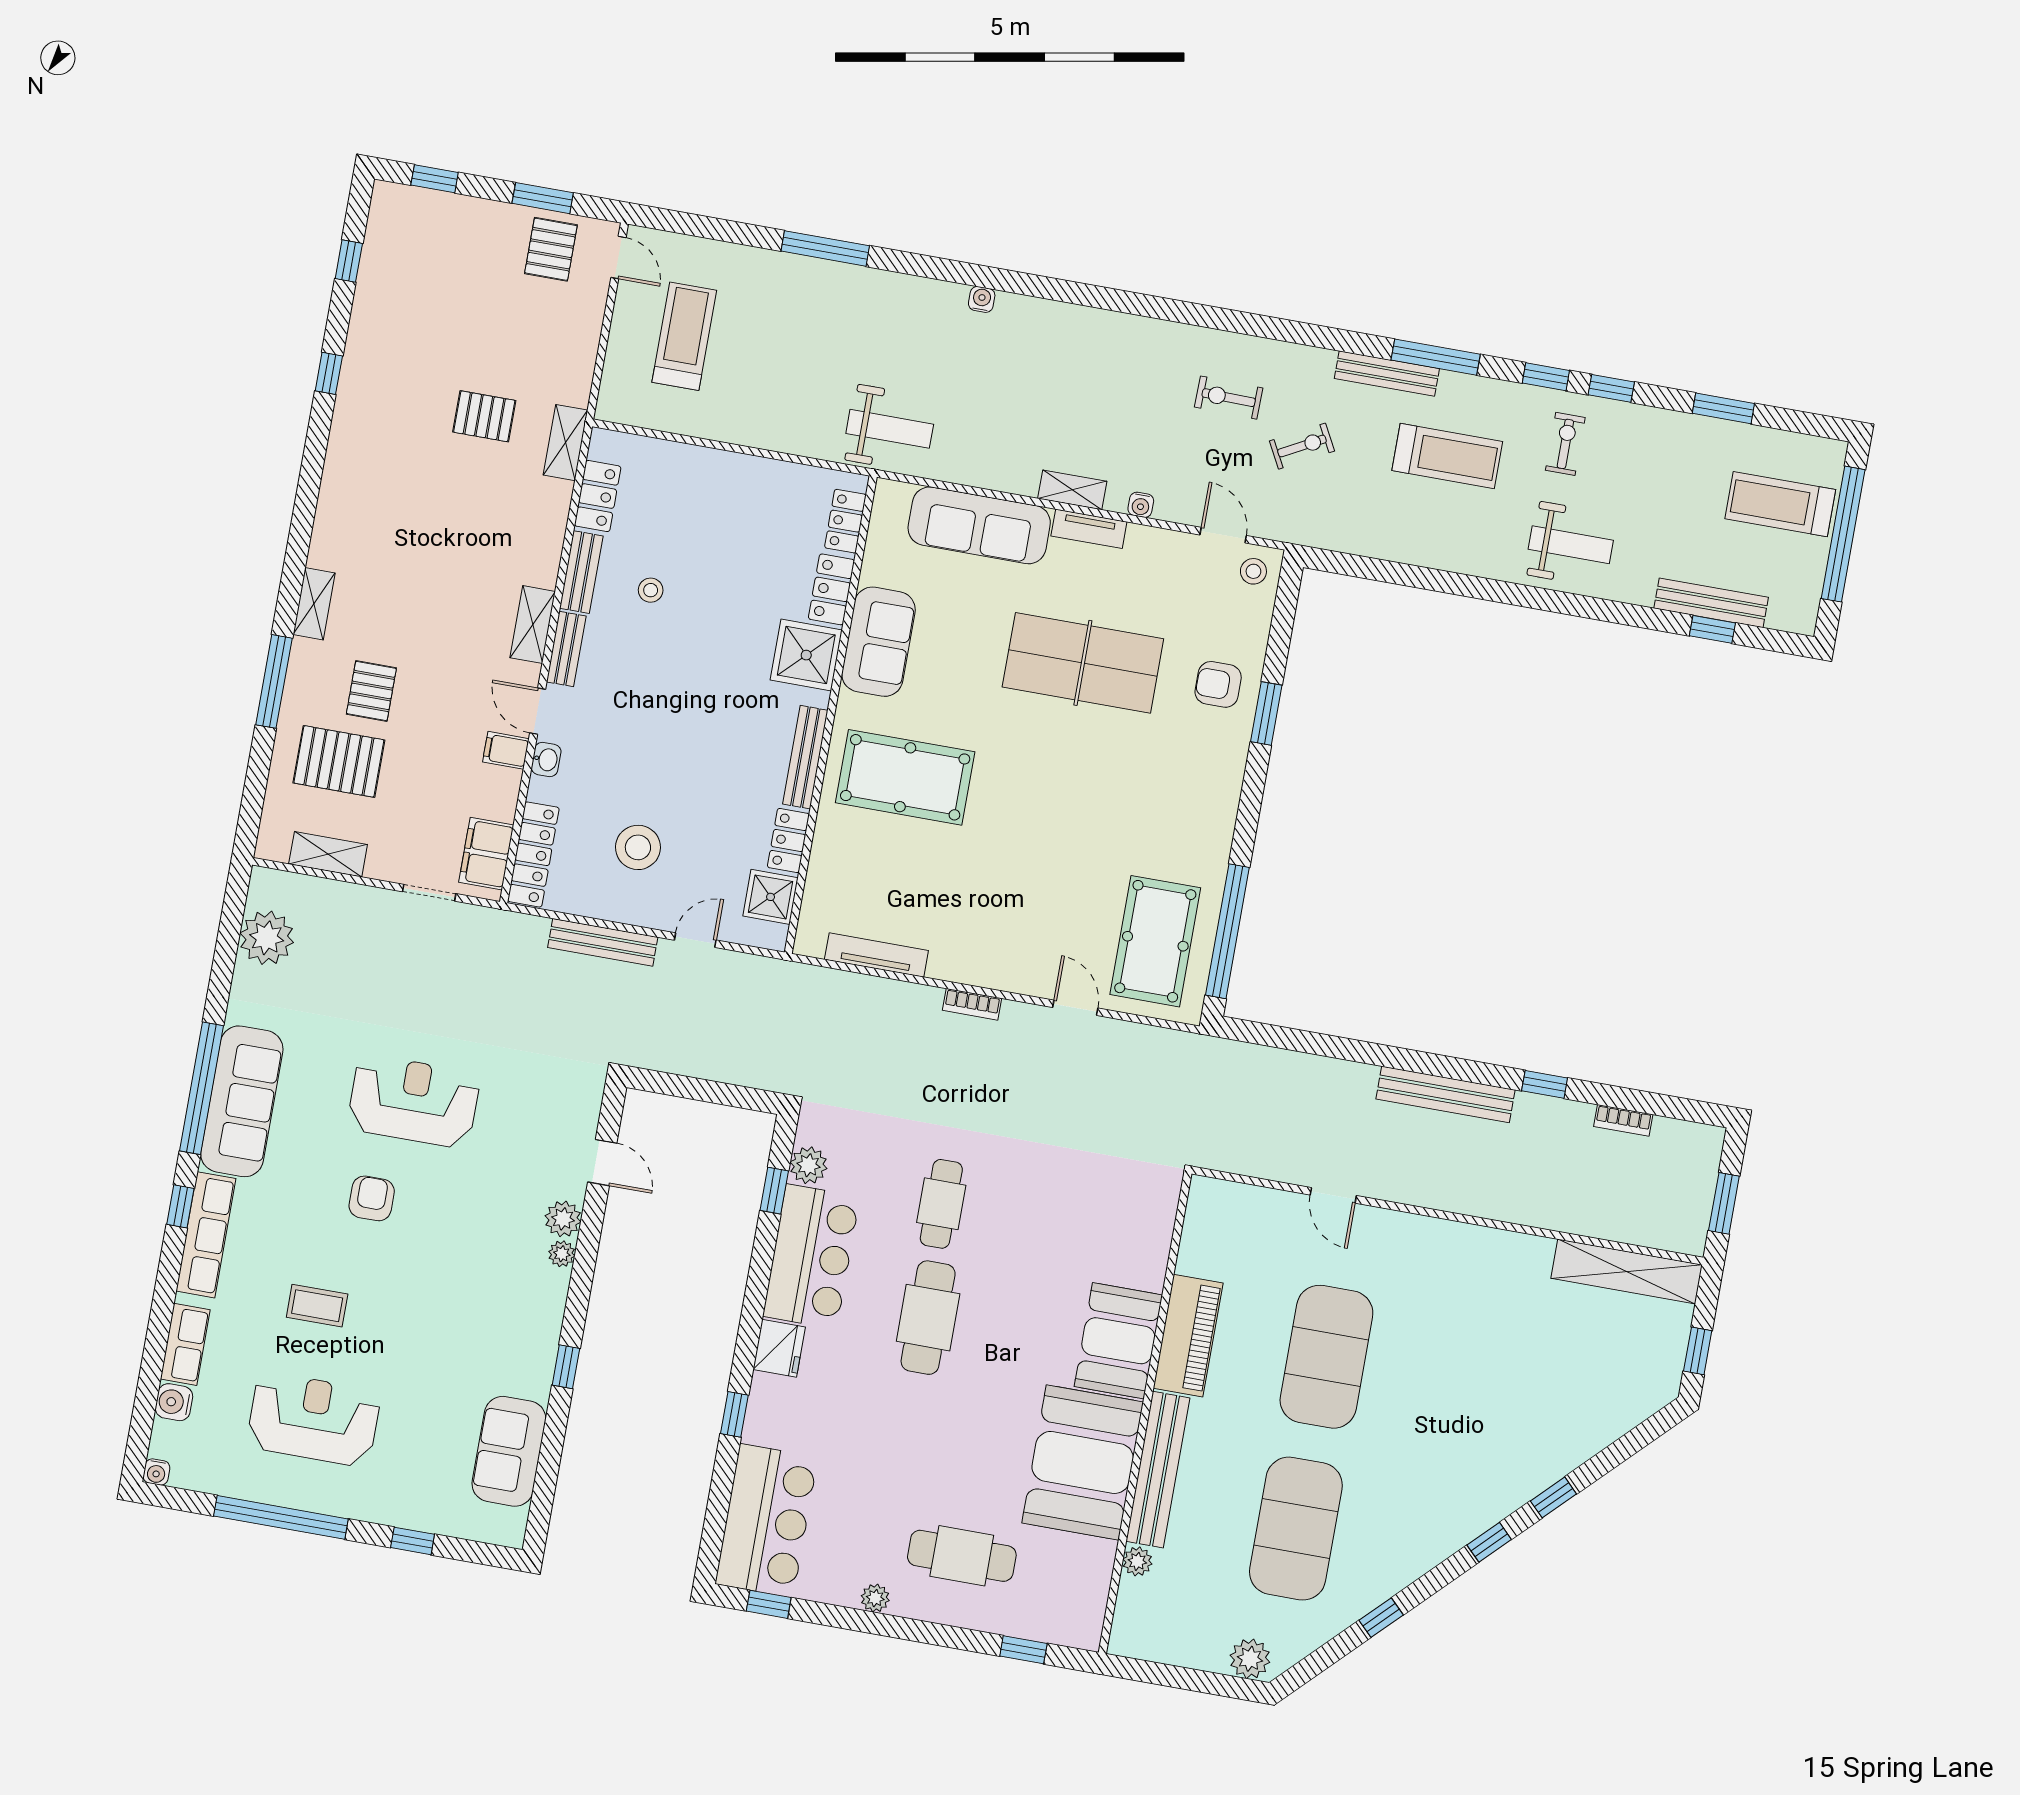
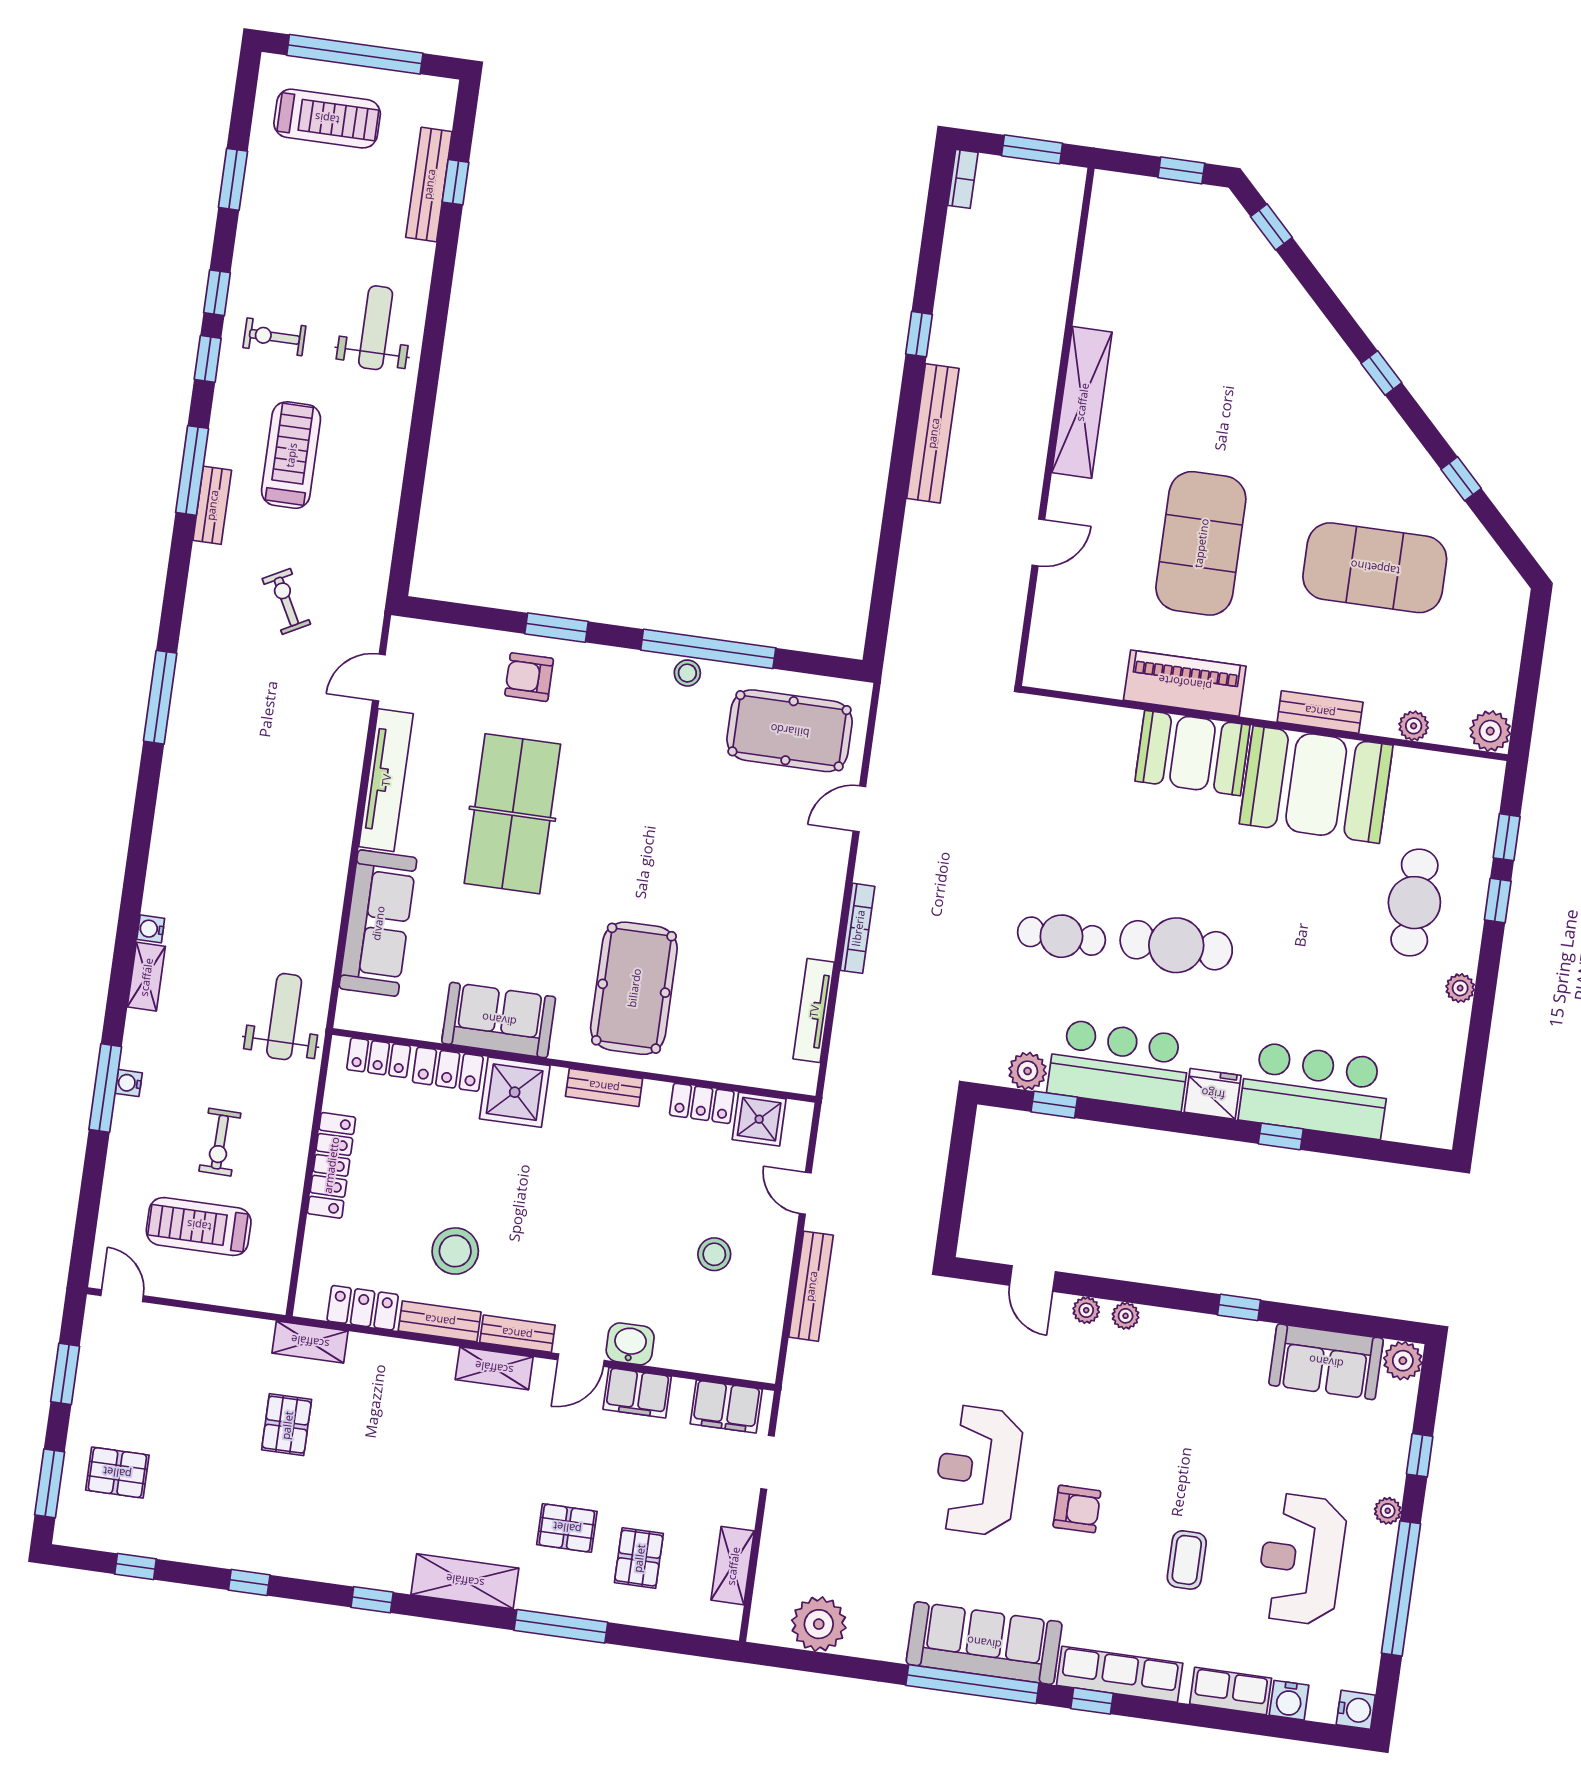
window: (435, 179) -> (50, 1483), width x1.50
pallet: (551, 249) -> (117, 1473), moved
door: (618, 258) -> (122, 1296), hinge flipped
window: (1212, 317) -> (160, 697), added
bench: (1387, 374) -> (212, 505), width x0.73
exercise bike: (1229, 398) -> (220, 1142), moved
shelving: (1072, 490) -> (146, 977), moved
window: (307, 495) -> (372, 1600), added
treadmill: (1780, 504) -> (327, 119), turned -90
water cooler: (1141, 505) -> (129, 1083), moved, turned 180
tv unit: (1089, 529) -> (386, 780), width x1.92, depth x1.29
stool: (1253, 571) -> (687, 673), moved
stool: (651, 590) -> (455, 1251), width x1.89, depth x1.89
shelving: (314, 604) -> (465, 1581), width x1.50, depth x1.33
armchair: (1218, 684) -> (529, 677), turned 90
filing cabinet: (506, 750) -> (637, 1393), width x2.00
bench: (805, 757) -> (604, 1087), width x0.73
washbasin: (546, 759) -> (630, 1344), width x1.38, depth x1.45
pallet: (339, 761) -> (639, 1558), width x0.67, depth x0.71
stool: (638, 847) -> (714, 1254), width x0.73, depth x0.73
locker: (533, 854) -> (331, 1165), moved, turned 90
window: (1227, 931) -> (708, 649), moved
bookcase: (972, 1004) -> (858, 928), width x1.56
bookcase: (1623, 1120) -> (963, 179), moved
door: (602, 1163) -> (1032, 1278), swing flipped
armchair: (372, 1198) -> (1077, 1509), turned 180
plant: (563, 1219) -> (1086, 1310), width x0.73, depth x0.73
shelving: (1627, 1271) -> (1082, 402), moved
exercise mat: (1326, 1357) -> (1201, 543), turned 90
bench: (1158, 1470) -> (1320, 712), width x0.54, depth x0.82
water cooler: (156, 1472) -> (1356, 1710), width x1.38, depth x1.38
window: (1553, 1497) -> (1271, 227), moved
plant: (359, 1507) -> (1388, 1511), added
bar counter: (767, 1521) -> (1315, 1090), moved
plant: (507, 1528) -> (1403, 1361), added
window: (769, 1604) -> (1498, 900), moved
plant: (1250, 1659) -> (1490, 731), moved

